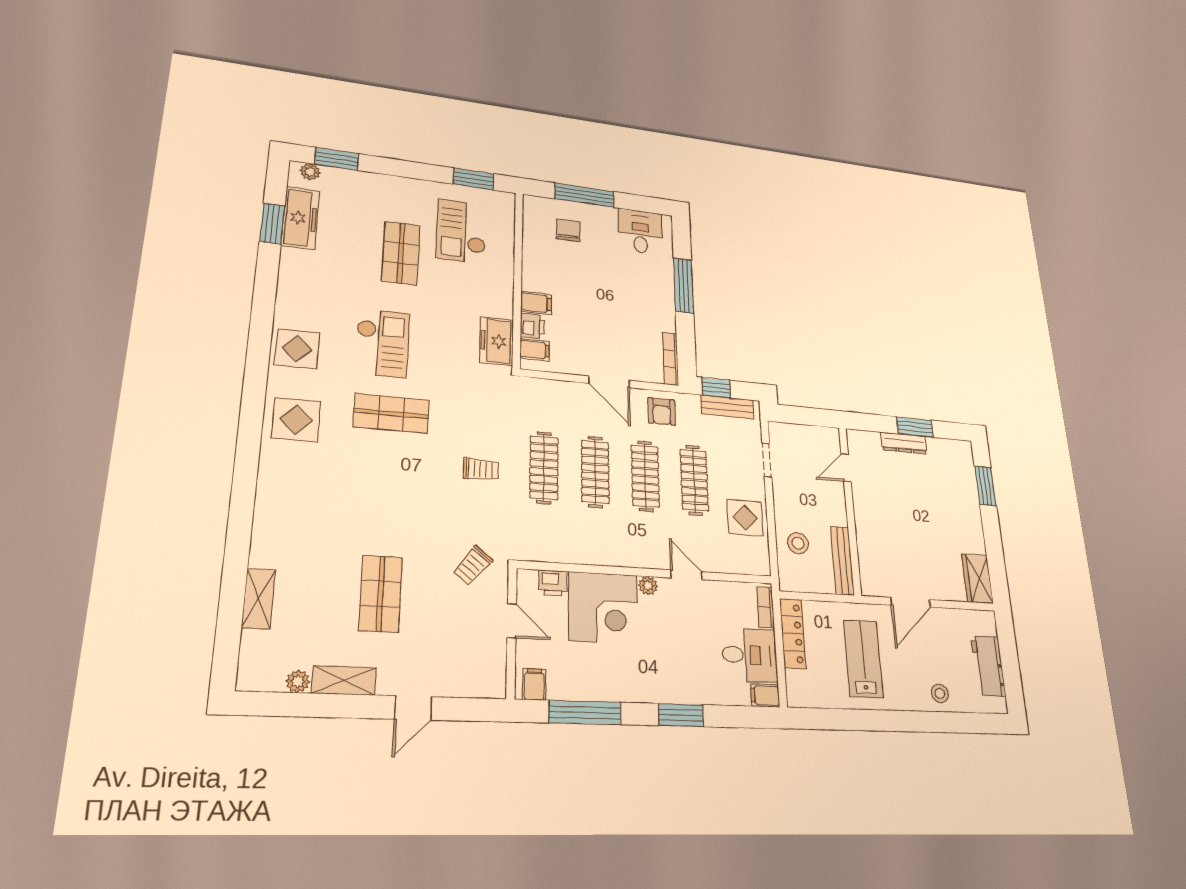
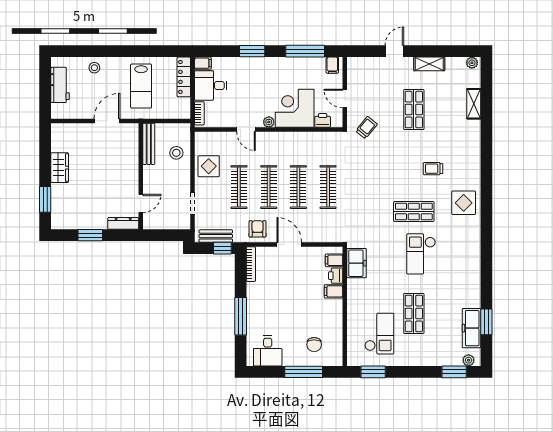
display table: (297, 349) -> (467, 245), removed
dresser: (904, 443) -> (123, 223), moved
trolley: (481, 469) -> (433, 169), moved
wardrobe: (977, 579) -> (60, 168), moved
locker: (793, 633) -> (184, 77), moved
plant: (298, 681) -> (472, 63), moved

